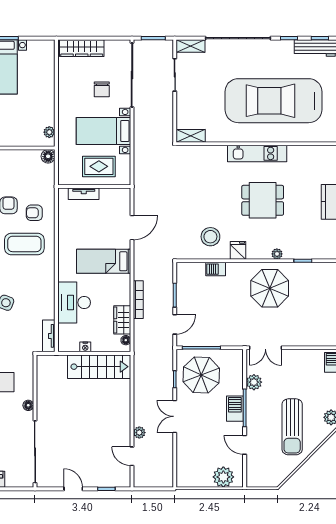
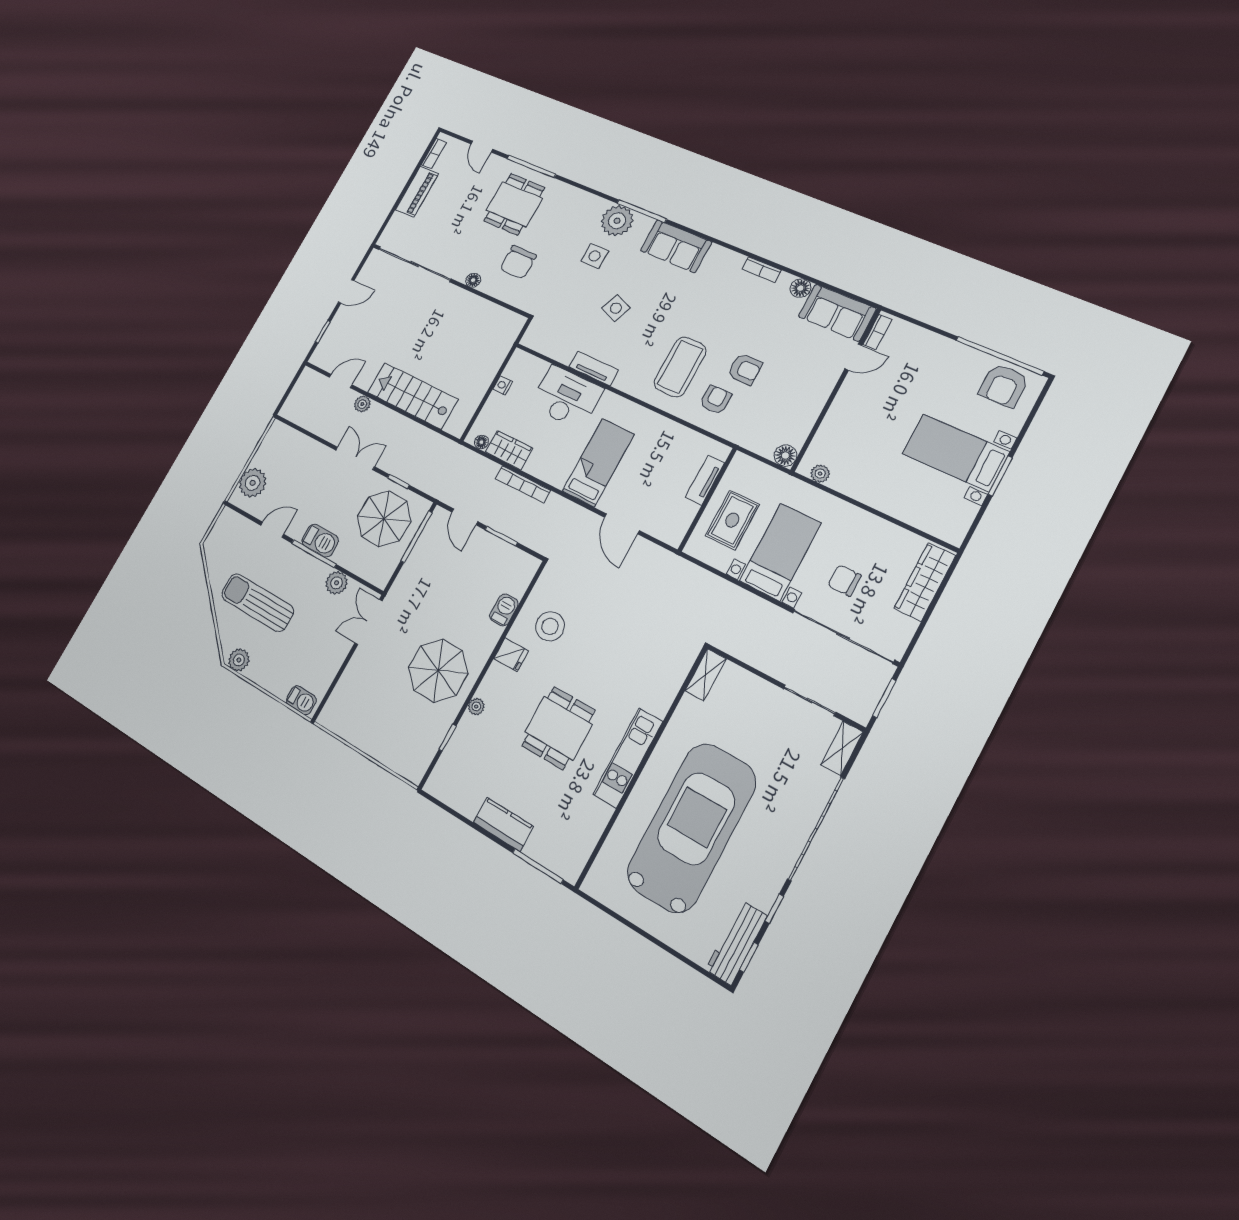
tv unit: (49, 336) -> (594, 368), moved
stairs: (99, 367) -> (413, 396), moved, turned 90

